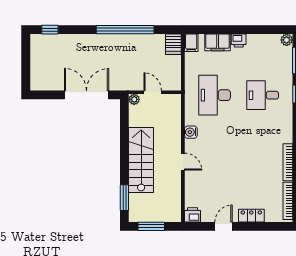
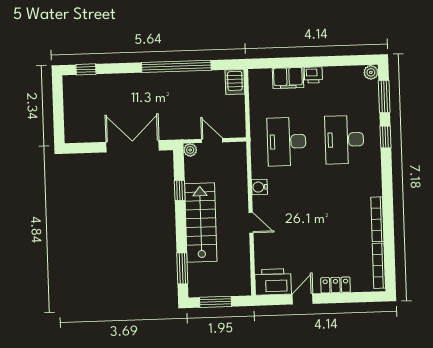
filing cabinet: (191, 43) -> (256, 80), removed
desk: (263, 95) -> (344, 140), width x1.37
window: (124, 133) -> (180, 190), added
printer: (192, 215) -> (273, 282), width x1.87, depth x1.48

